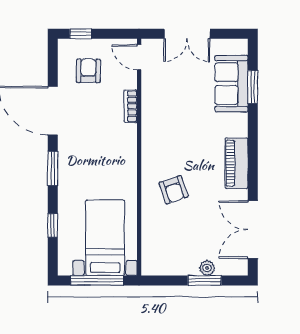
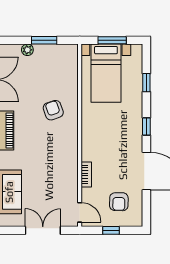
window: (81, 34) -> (111, 230), moved
window: (53, 168) -> (146, 127), width x0.67
window: (97, 280) -> (112, 40), width x0.69
window: (205, 280) -> (44, 40), moved

